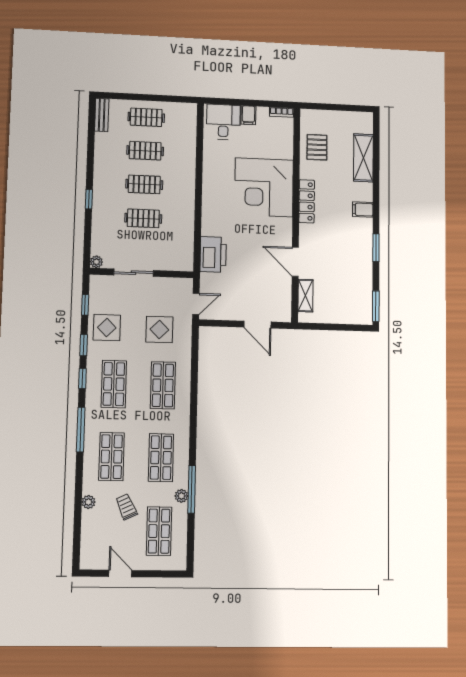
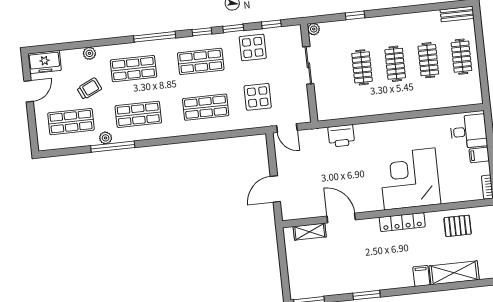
window: (89, 199) -> (355, 15), moved
filing cabinet: (363, 210) -> (421, 276), moved
printer: (213, 254) -> (341, 136), width x0.73, depth x0.84
door: (295, 262) -> (341, 218), hinge flipped
freezer: (91, 552) -> (45, 62), added

